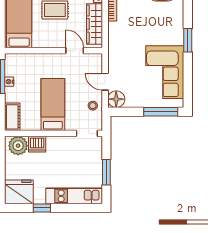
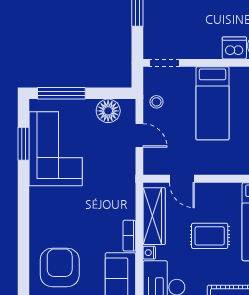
window: (188, 40) -> (23, 144), moved
floor lamp: (116, 99) -> (108, 111), moved

